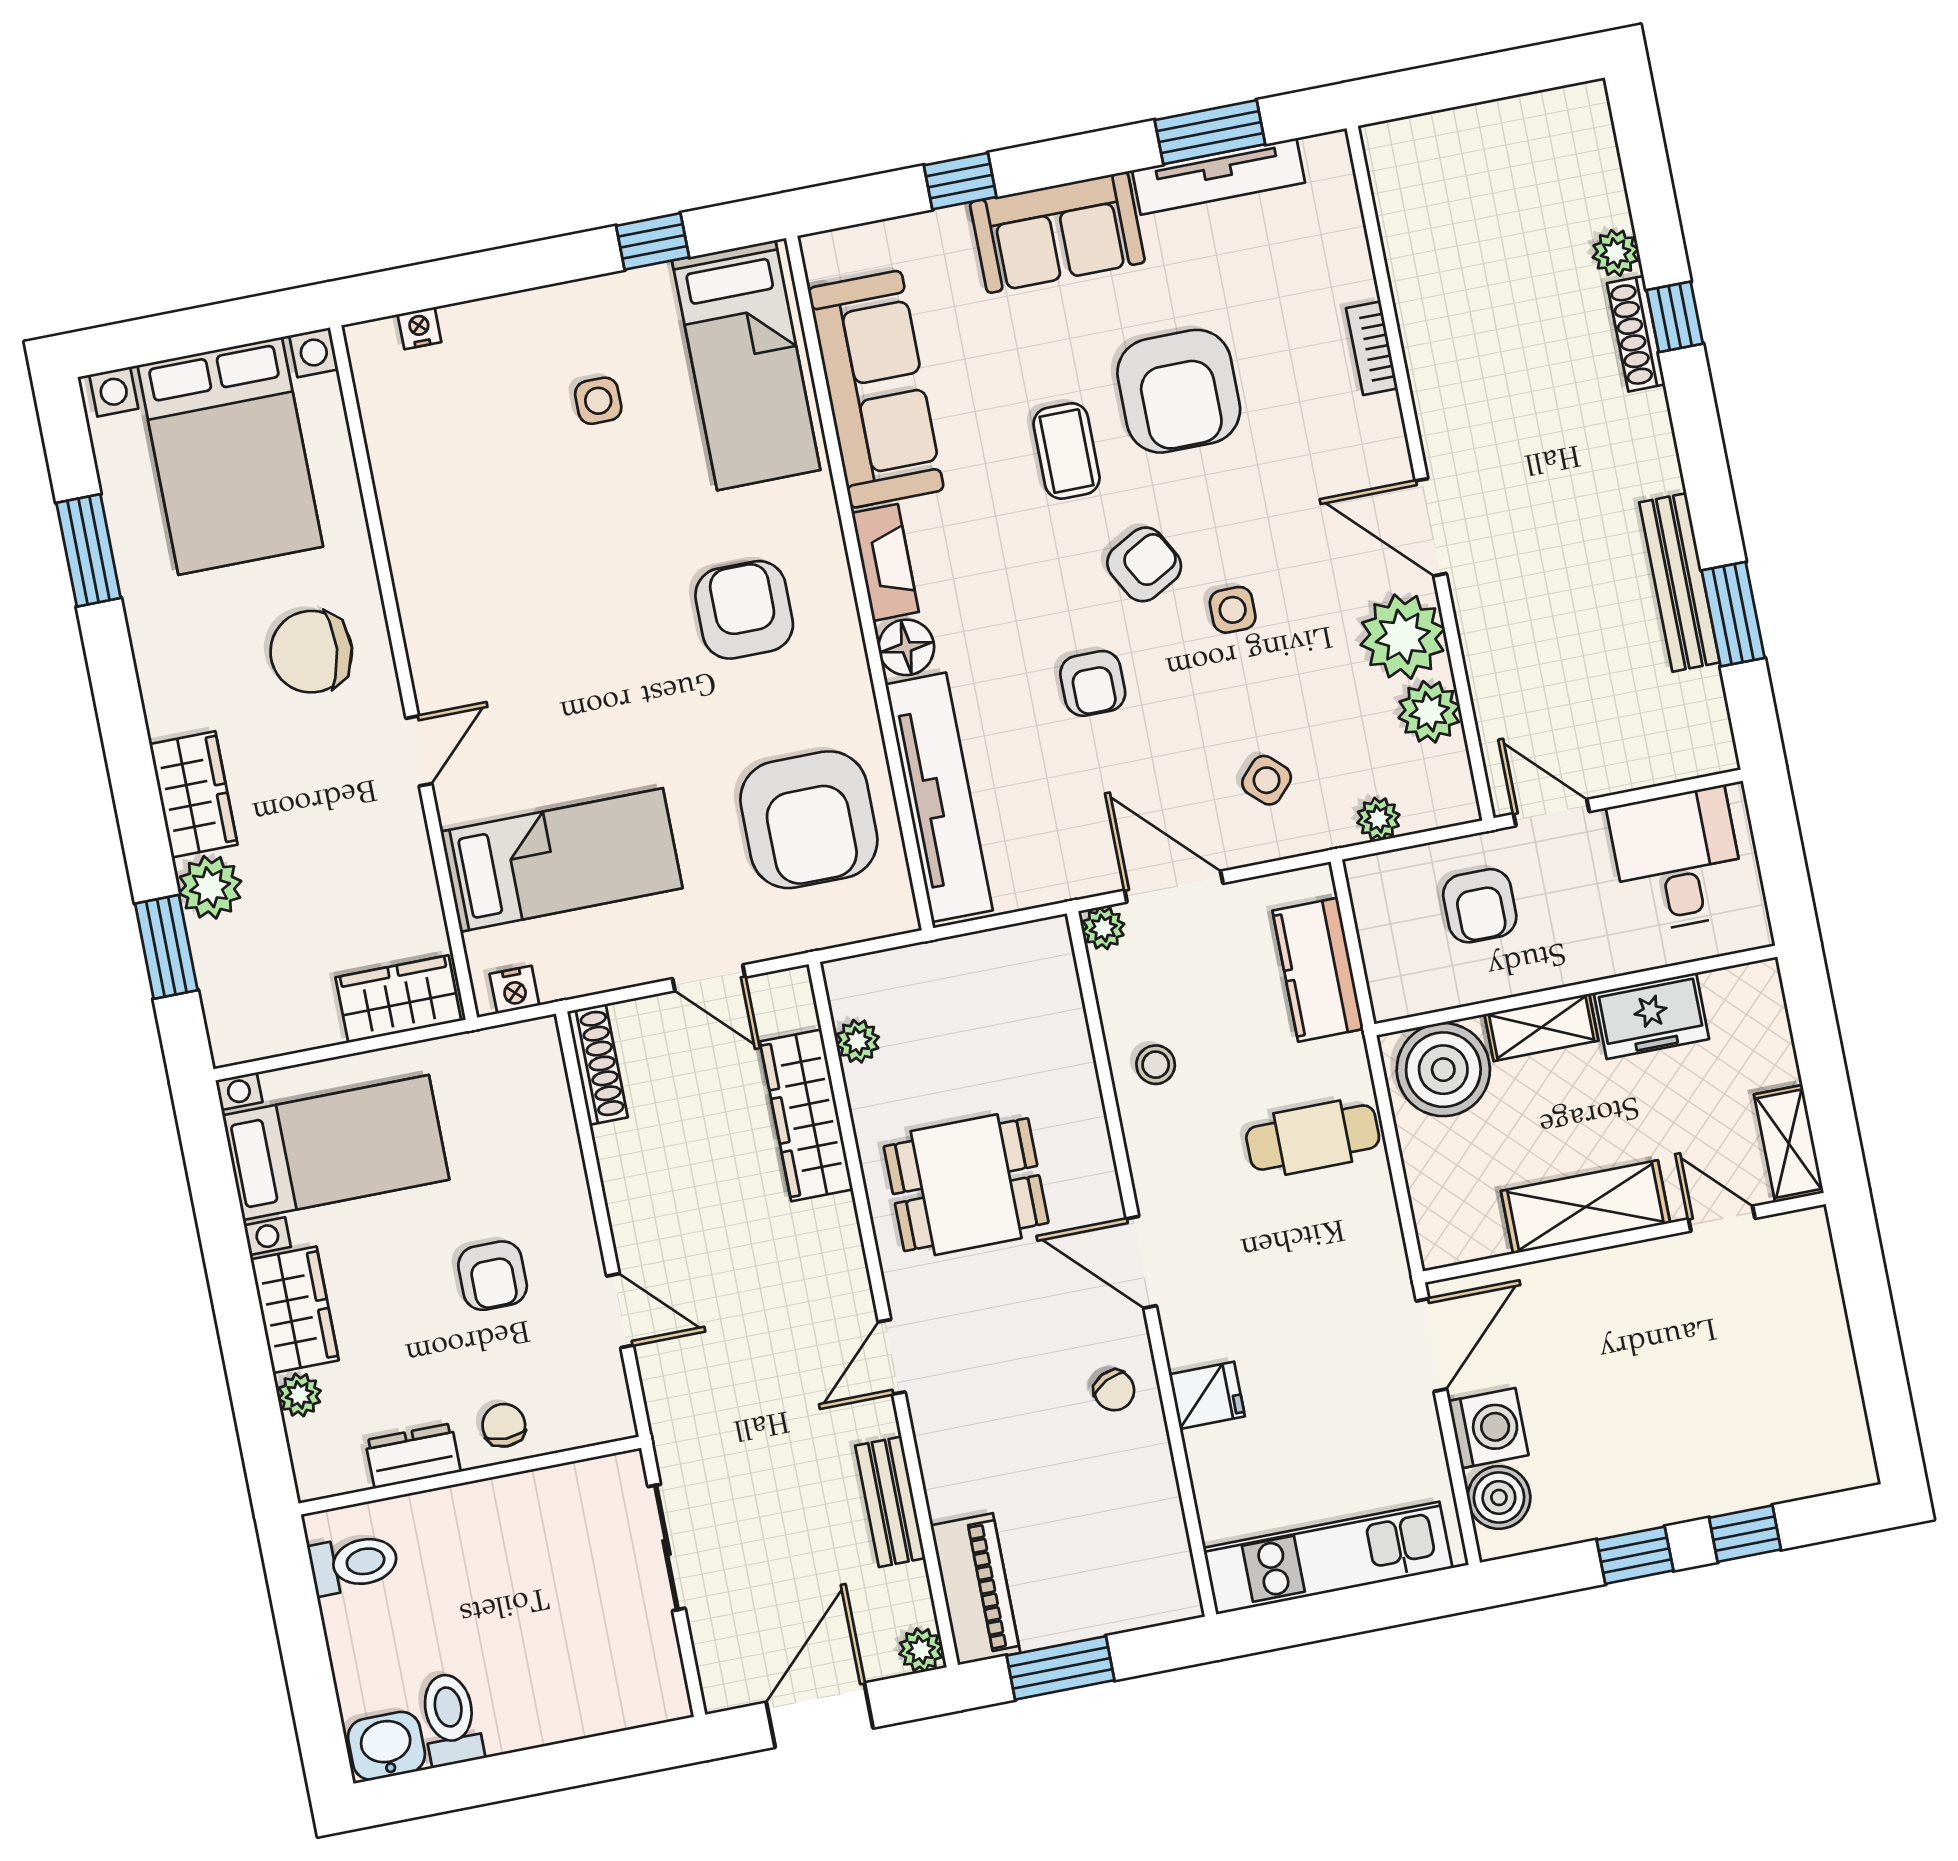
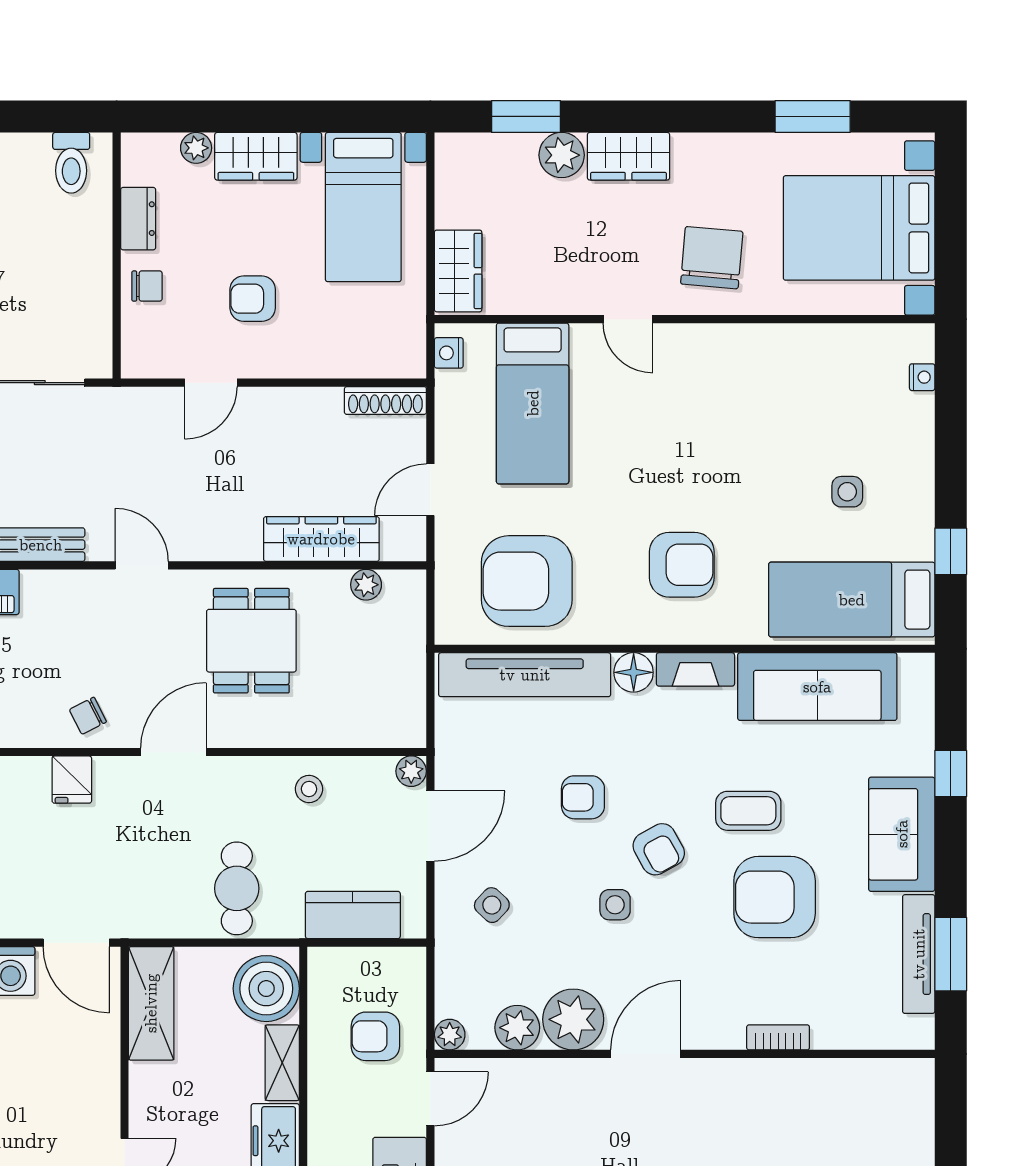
plant: (1378, 819) -> (450, 1035), moved
shelving: (1586, 1207) -> (151, 1003), moved

